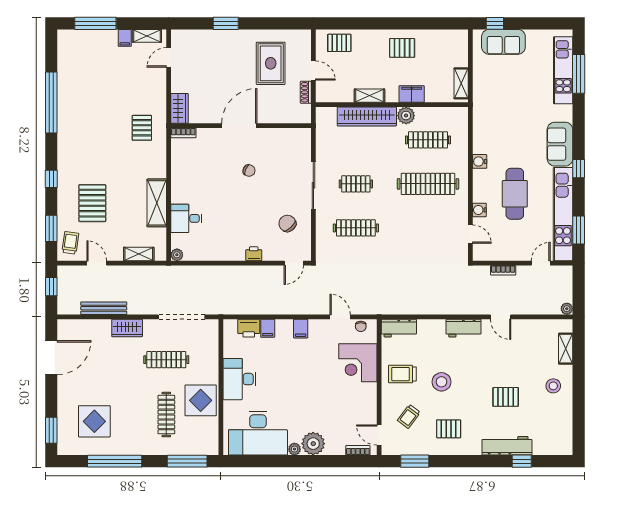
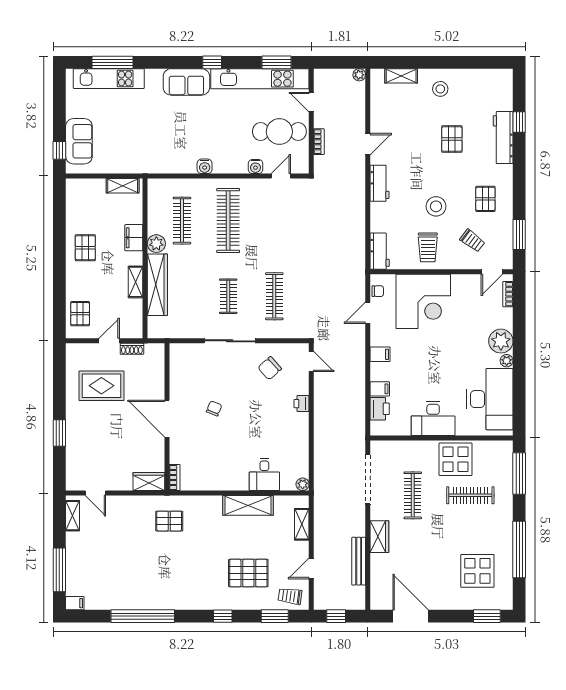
filing cabinet: (125, 38) -> (75, 603), moved
cafe table: (515, 194) -> (279, 132), moved
corner desk: (358, 363) -> (423, 301), width x1.36, depth x1.36

